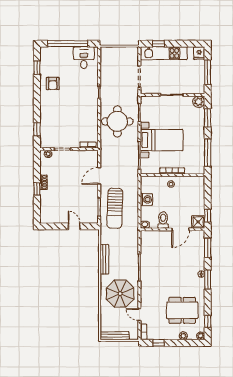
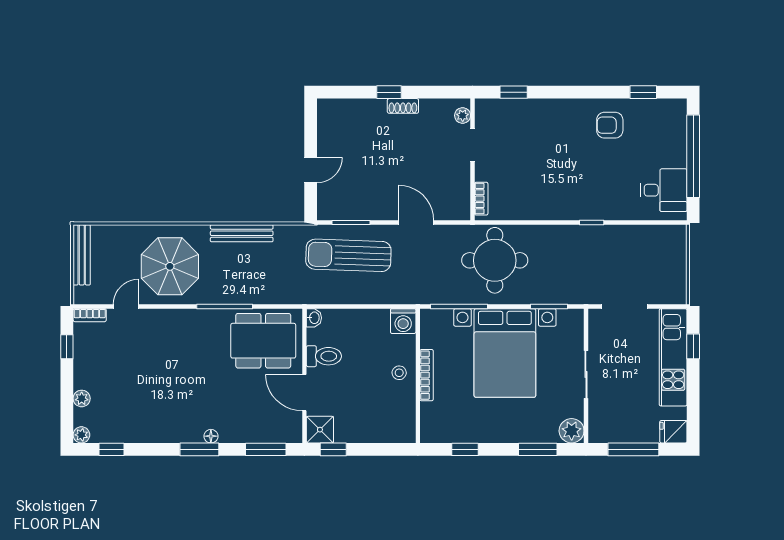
round table: (117, 121) -> (495, 260), moved
bed with nightstands: (162, 140) -> (505, 353), width x1.36
window: (208, 153) -> (465, 449), width x0.46
washing machine: (146, 199) -> (403, 321), moved
dining table: (182, 310) -> (263, 341), moved, turned 90

